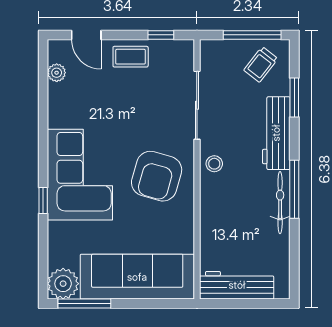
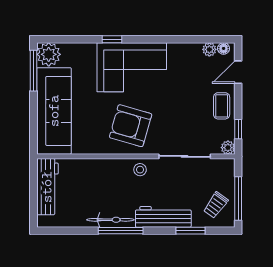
plant: (185, 48) -> (228, 148), added
floor lamp: (55, 54) -> (224, 48), added
trolley: (261, 64) -> (216, 205), turned -92

